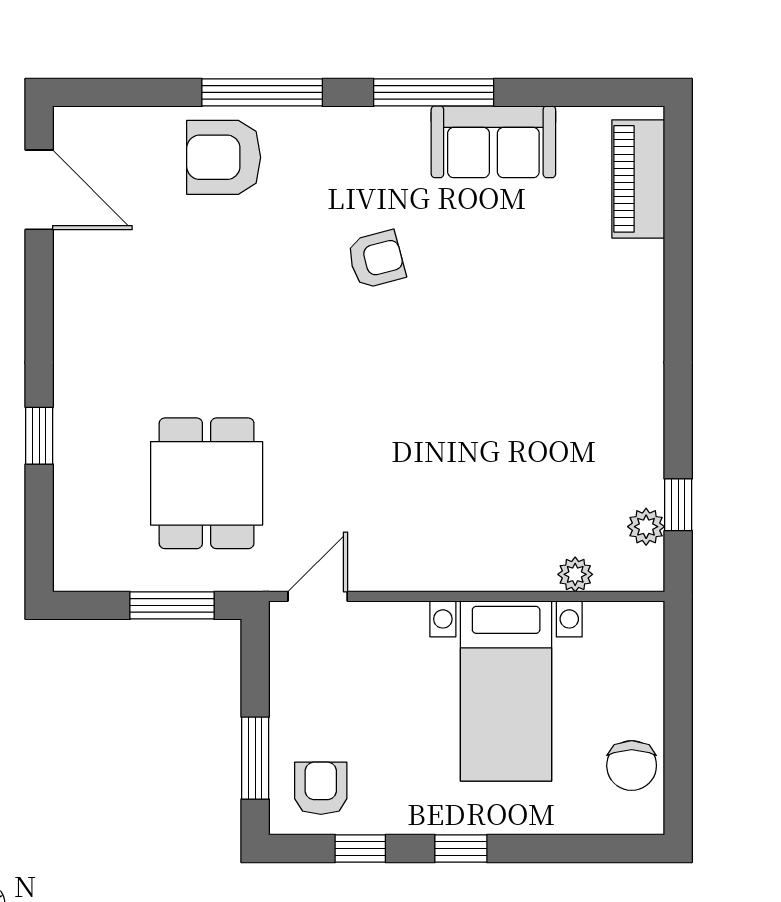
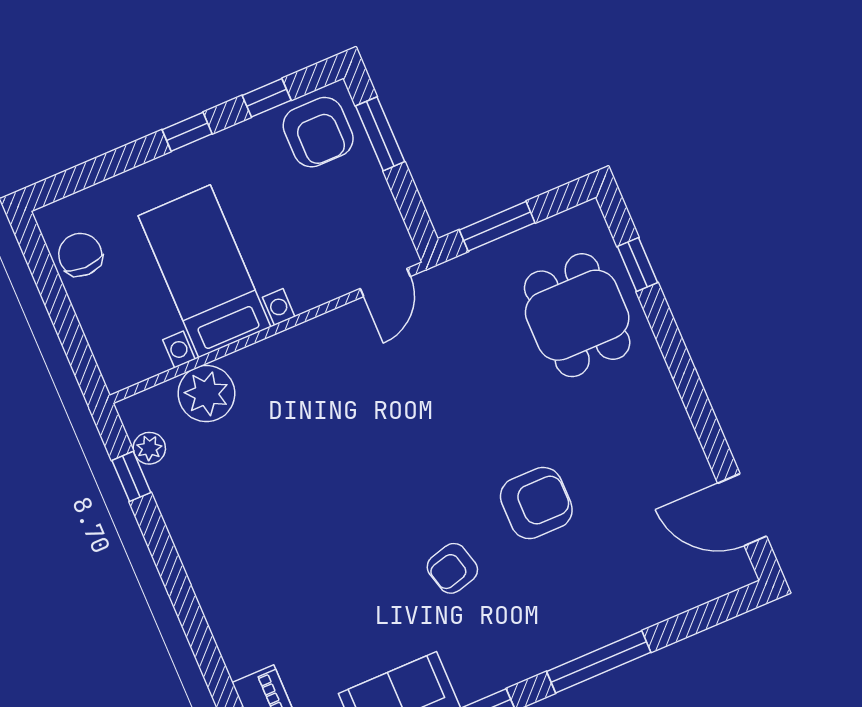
armchair: (224, 157) -> (536, 503), moved
window: (39, 436) -> (638, 265), moved
dining table: (207, 483) -> (577, 315), moved
plant: (575, 574) -> (206, 394), width x1.88, depth x1.88
armchair: (321, 788) -> (318, 132), width x1.38, depth x1.38

